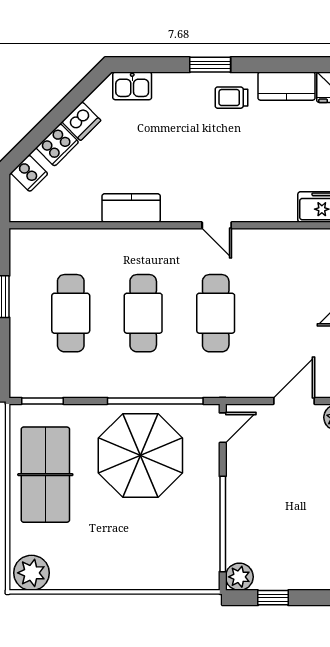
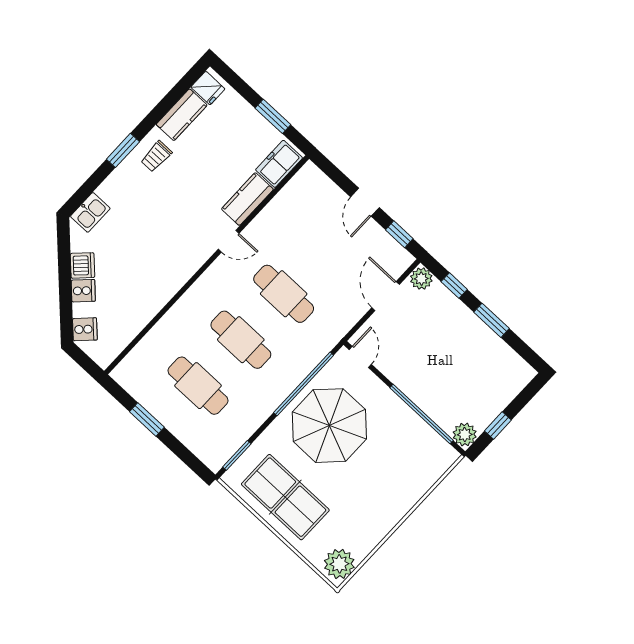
cooker: (57, 145) -> (83, 291), width x0.73
kitchen counter: (131, 208) -> (247, 199), moved

